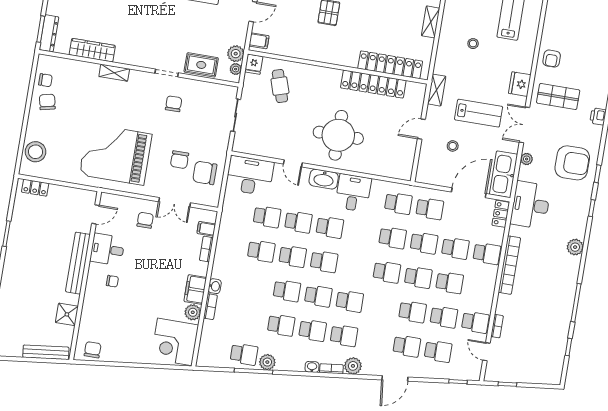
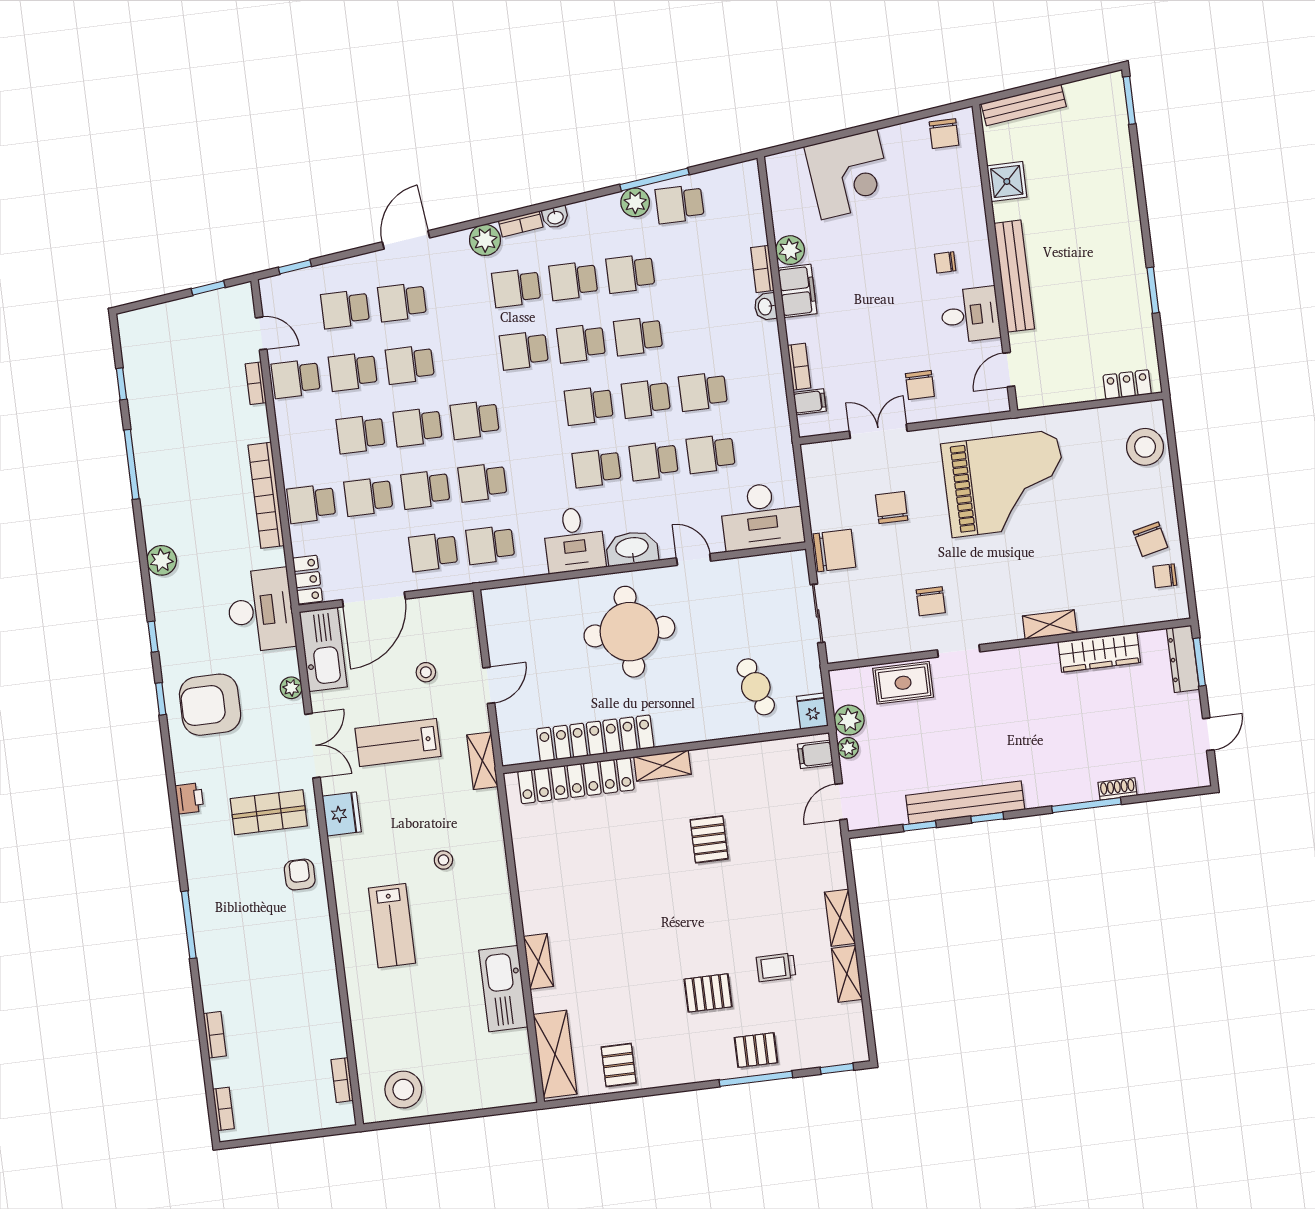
shelving: (431, 22) -> (662, 766), moved, turned 90
plant: (236, 69) -> (848, 748), moved
chair: (205, 173) -> (834, 550), moved
corner desk: (175, 342) -> (849, 174), moved, turned 83

